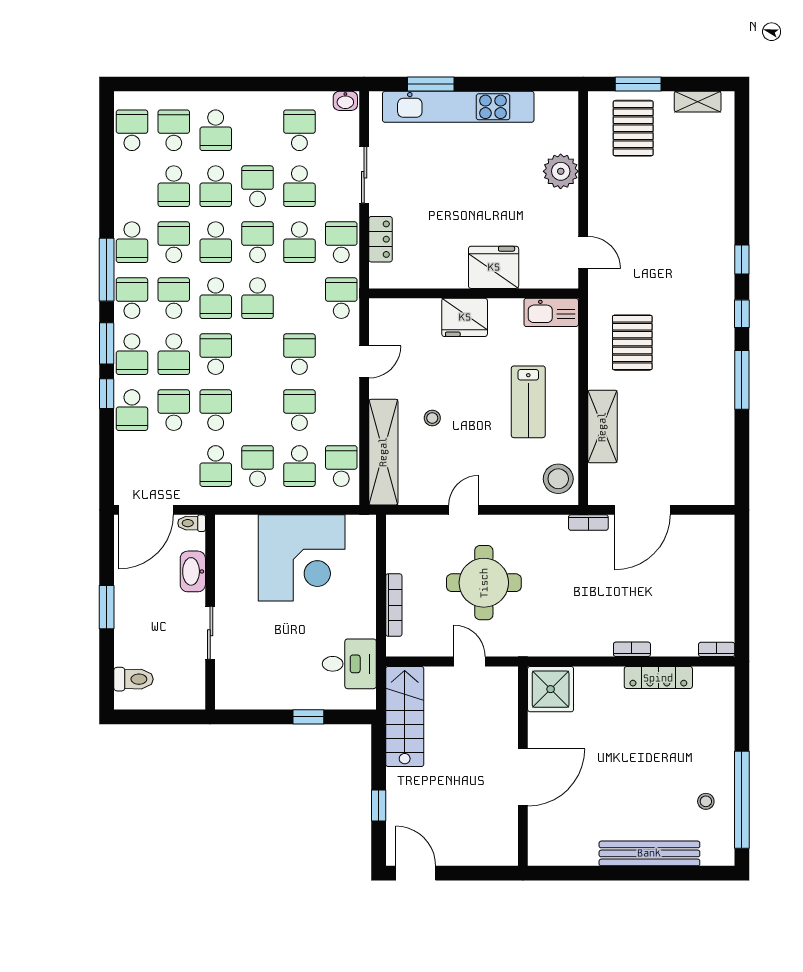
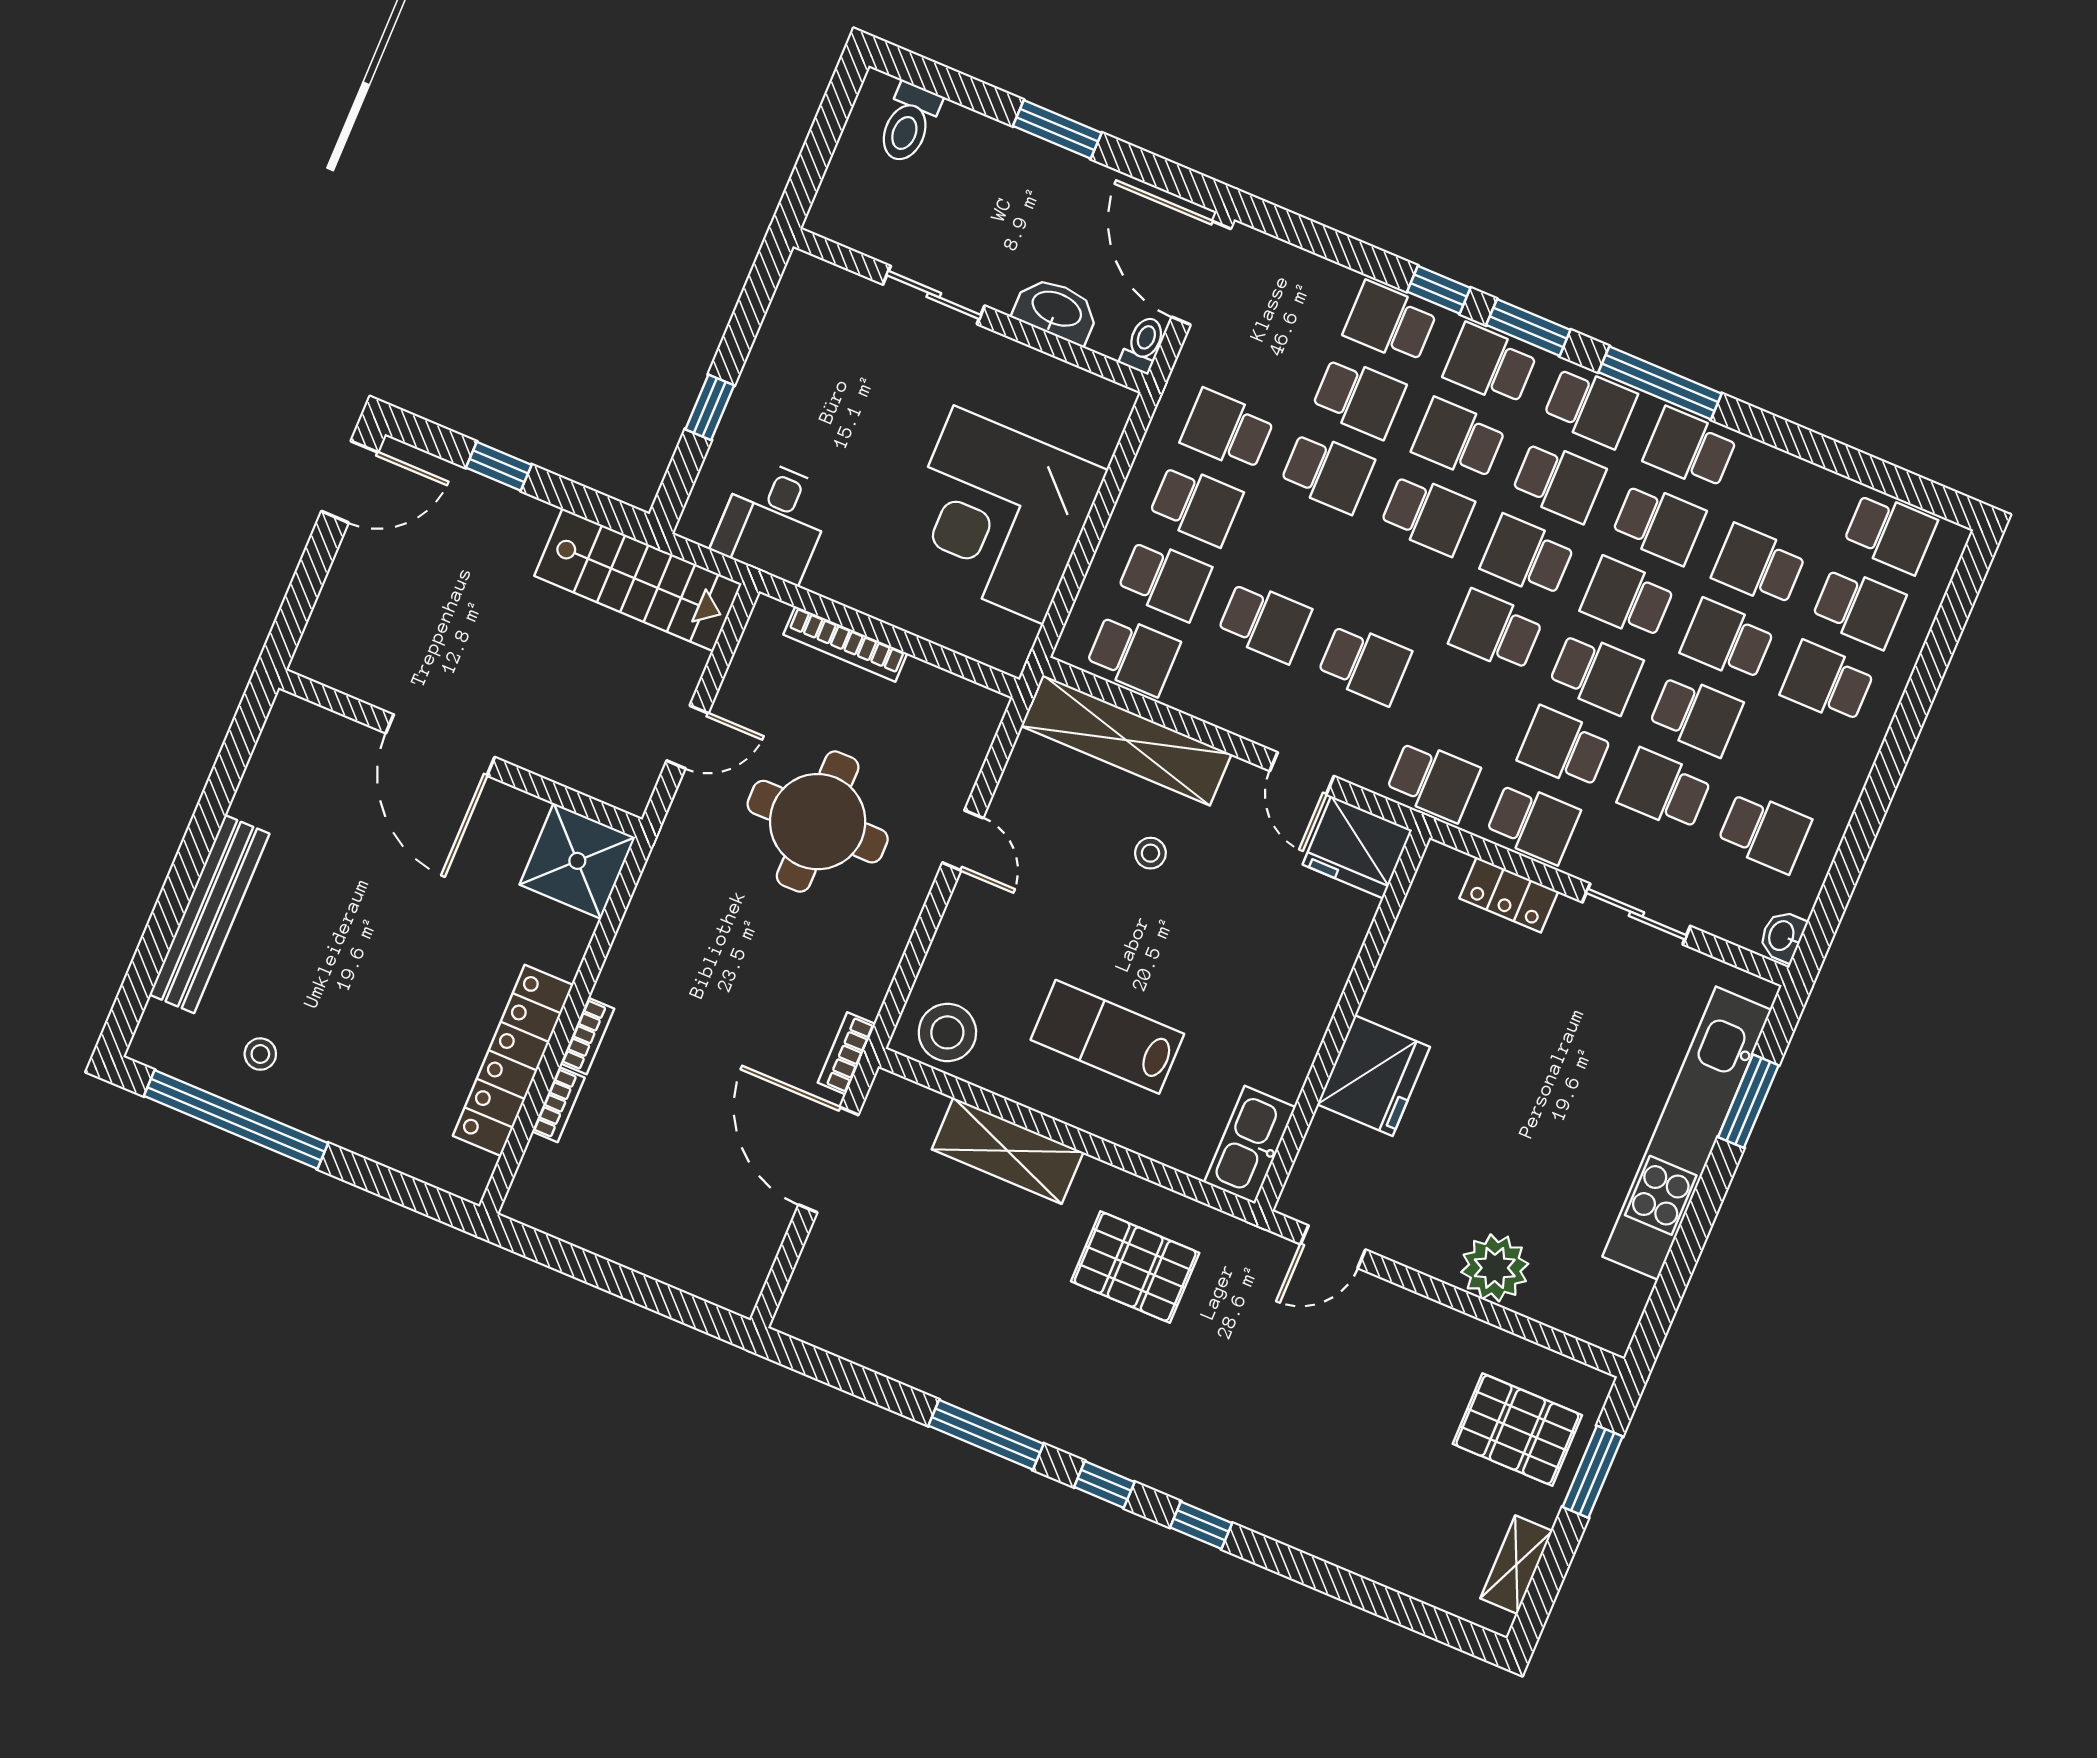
fridge: (465, 317) -> (1357, 847), moved, turned -90
school desk: (299, 466) -> (1164, 580), turned 180
bookcase: (717, 649) -> (558, 1105), moved
locker: (658, 678) -> (513, 1060), width x1.41, depth x1.21

